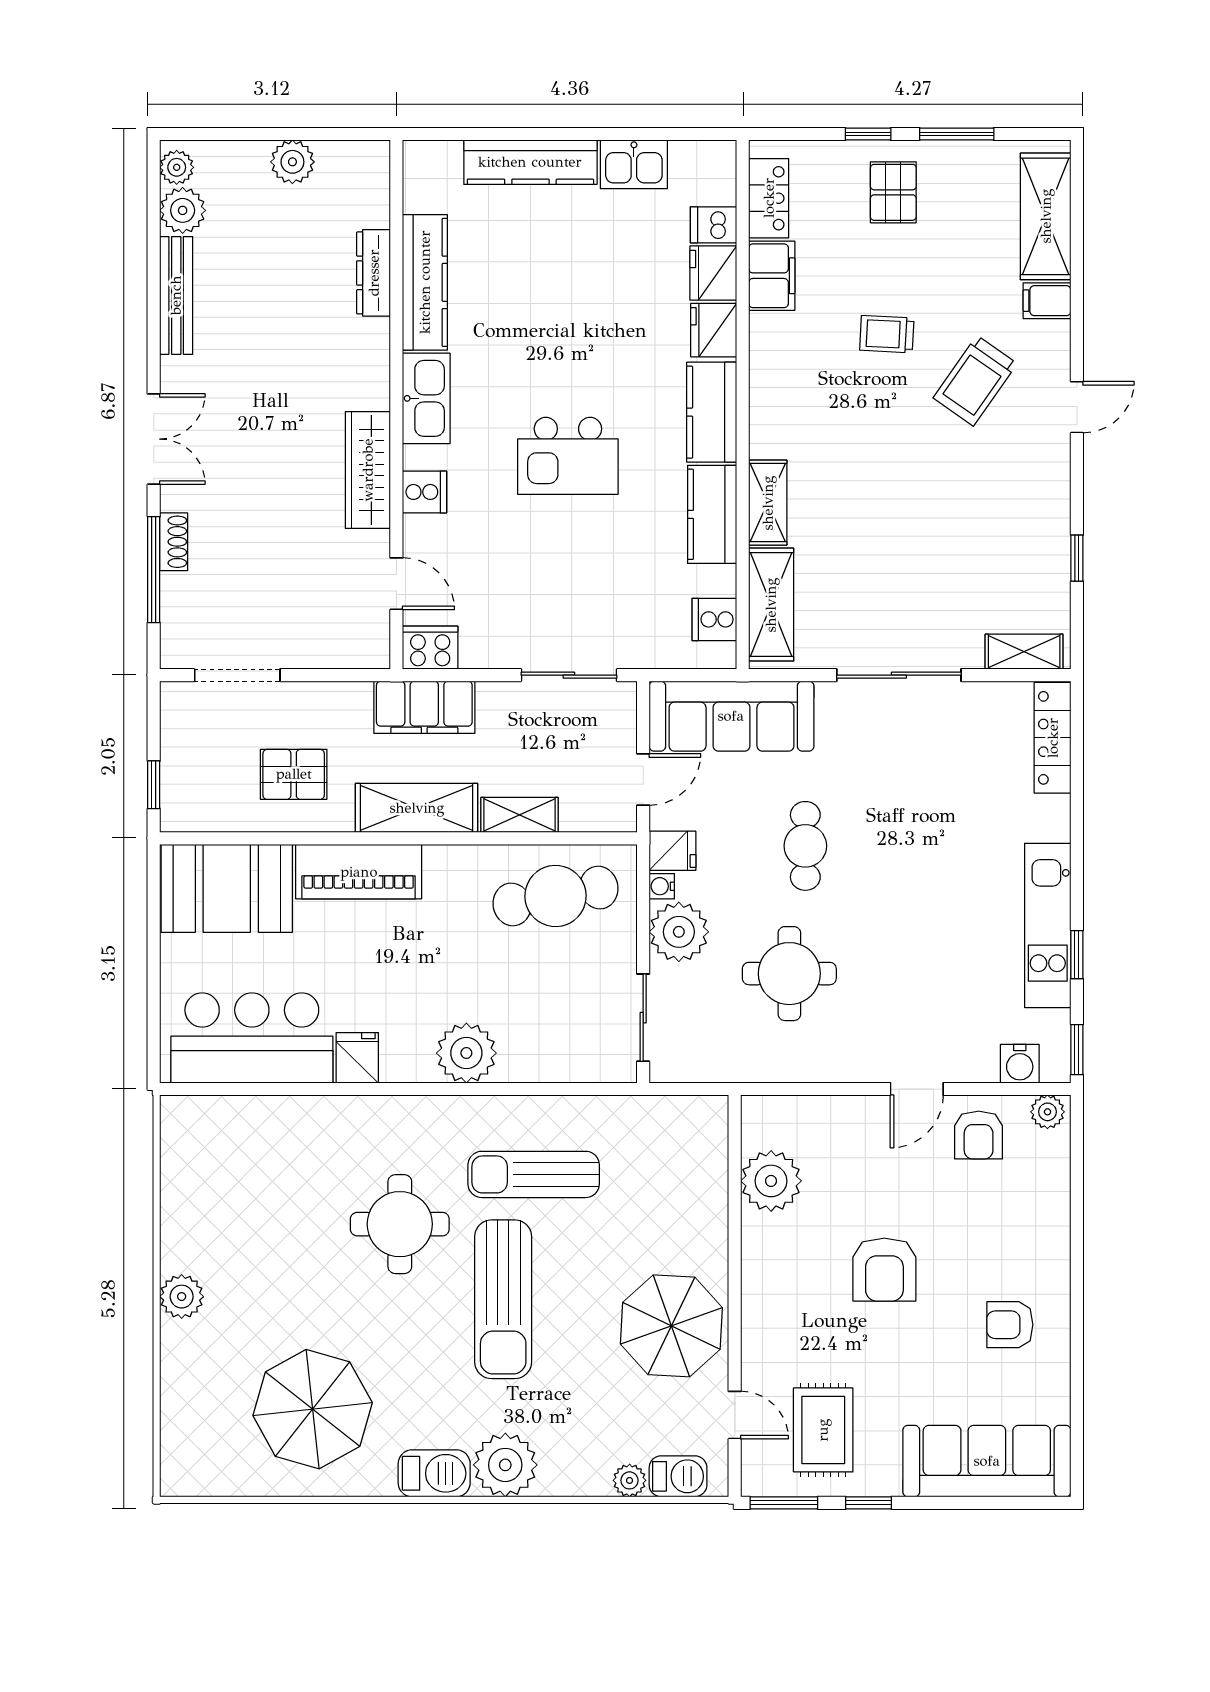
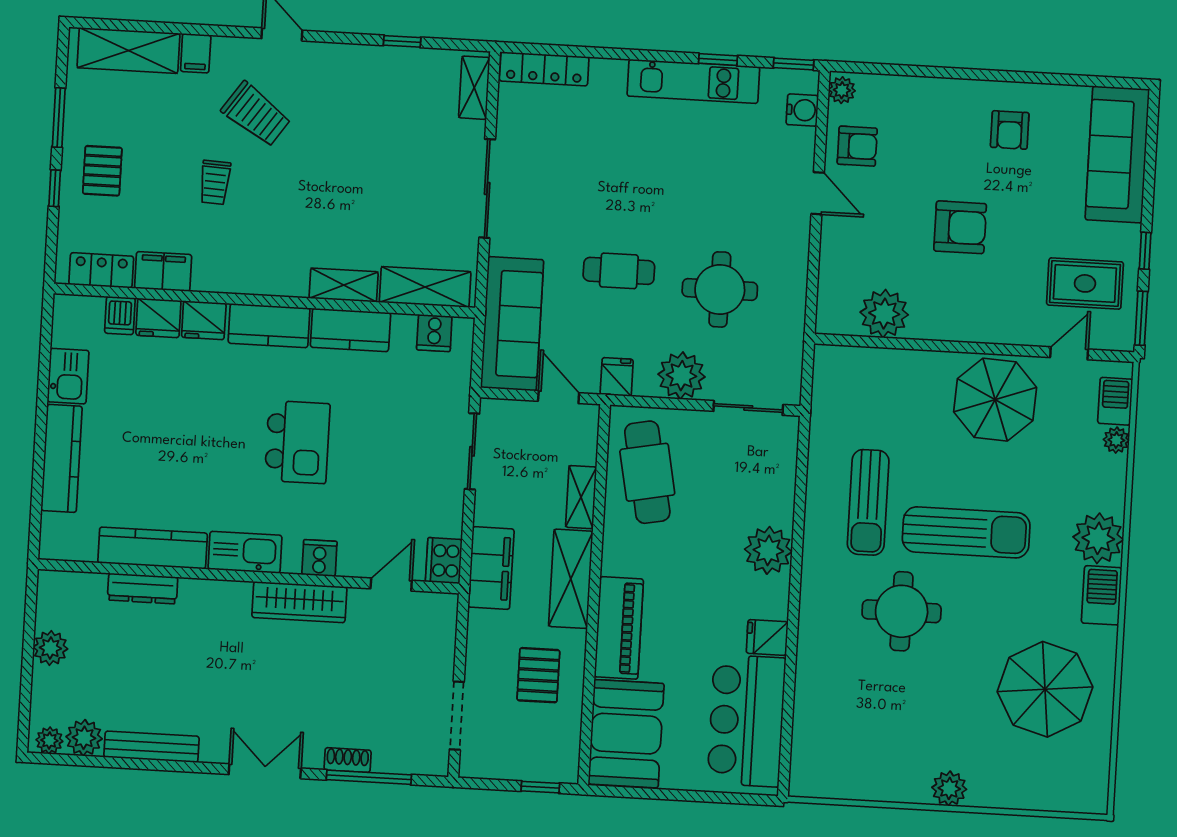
pallet: (893, 192) -> (102, 171), turned 90
water cooler: (662, 886) -> (644, 387), removed

